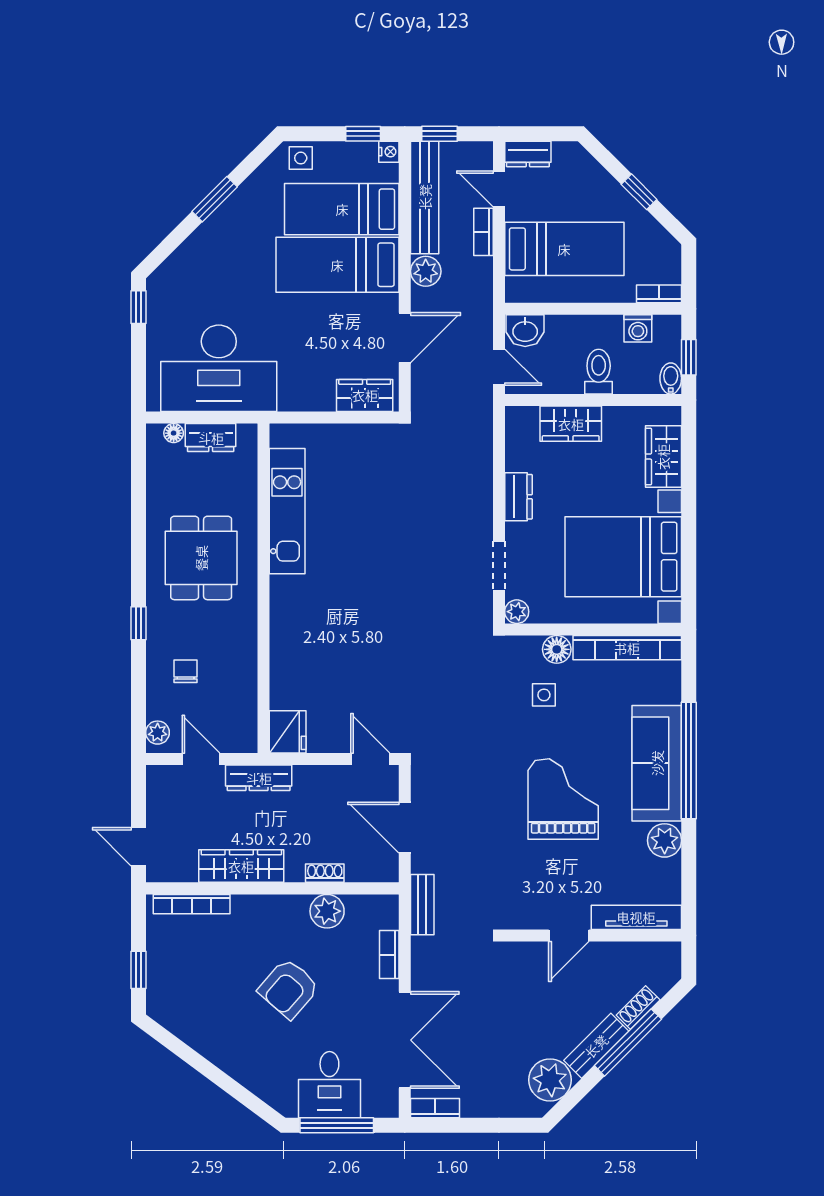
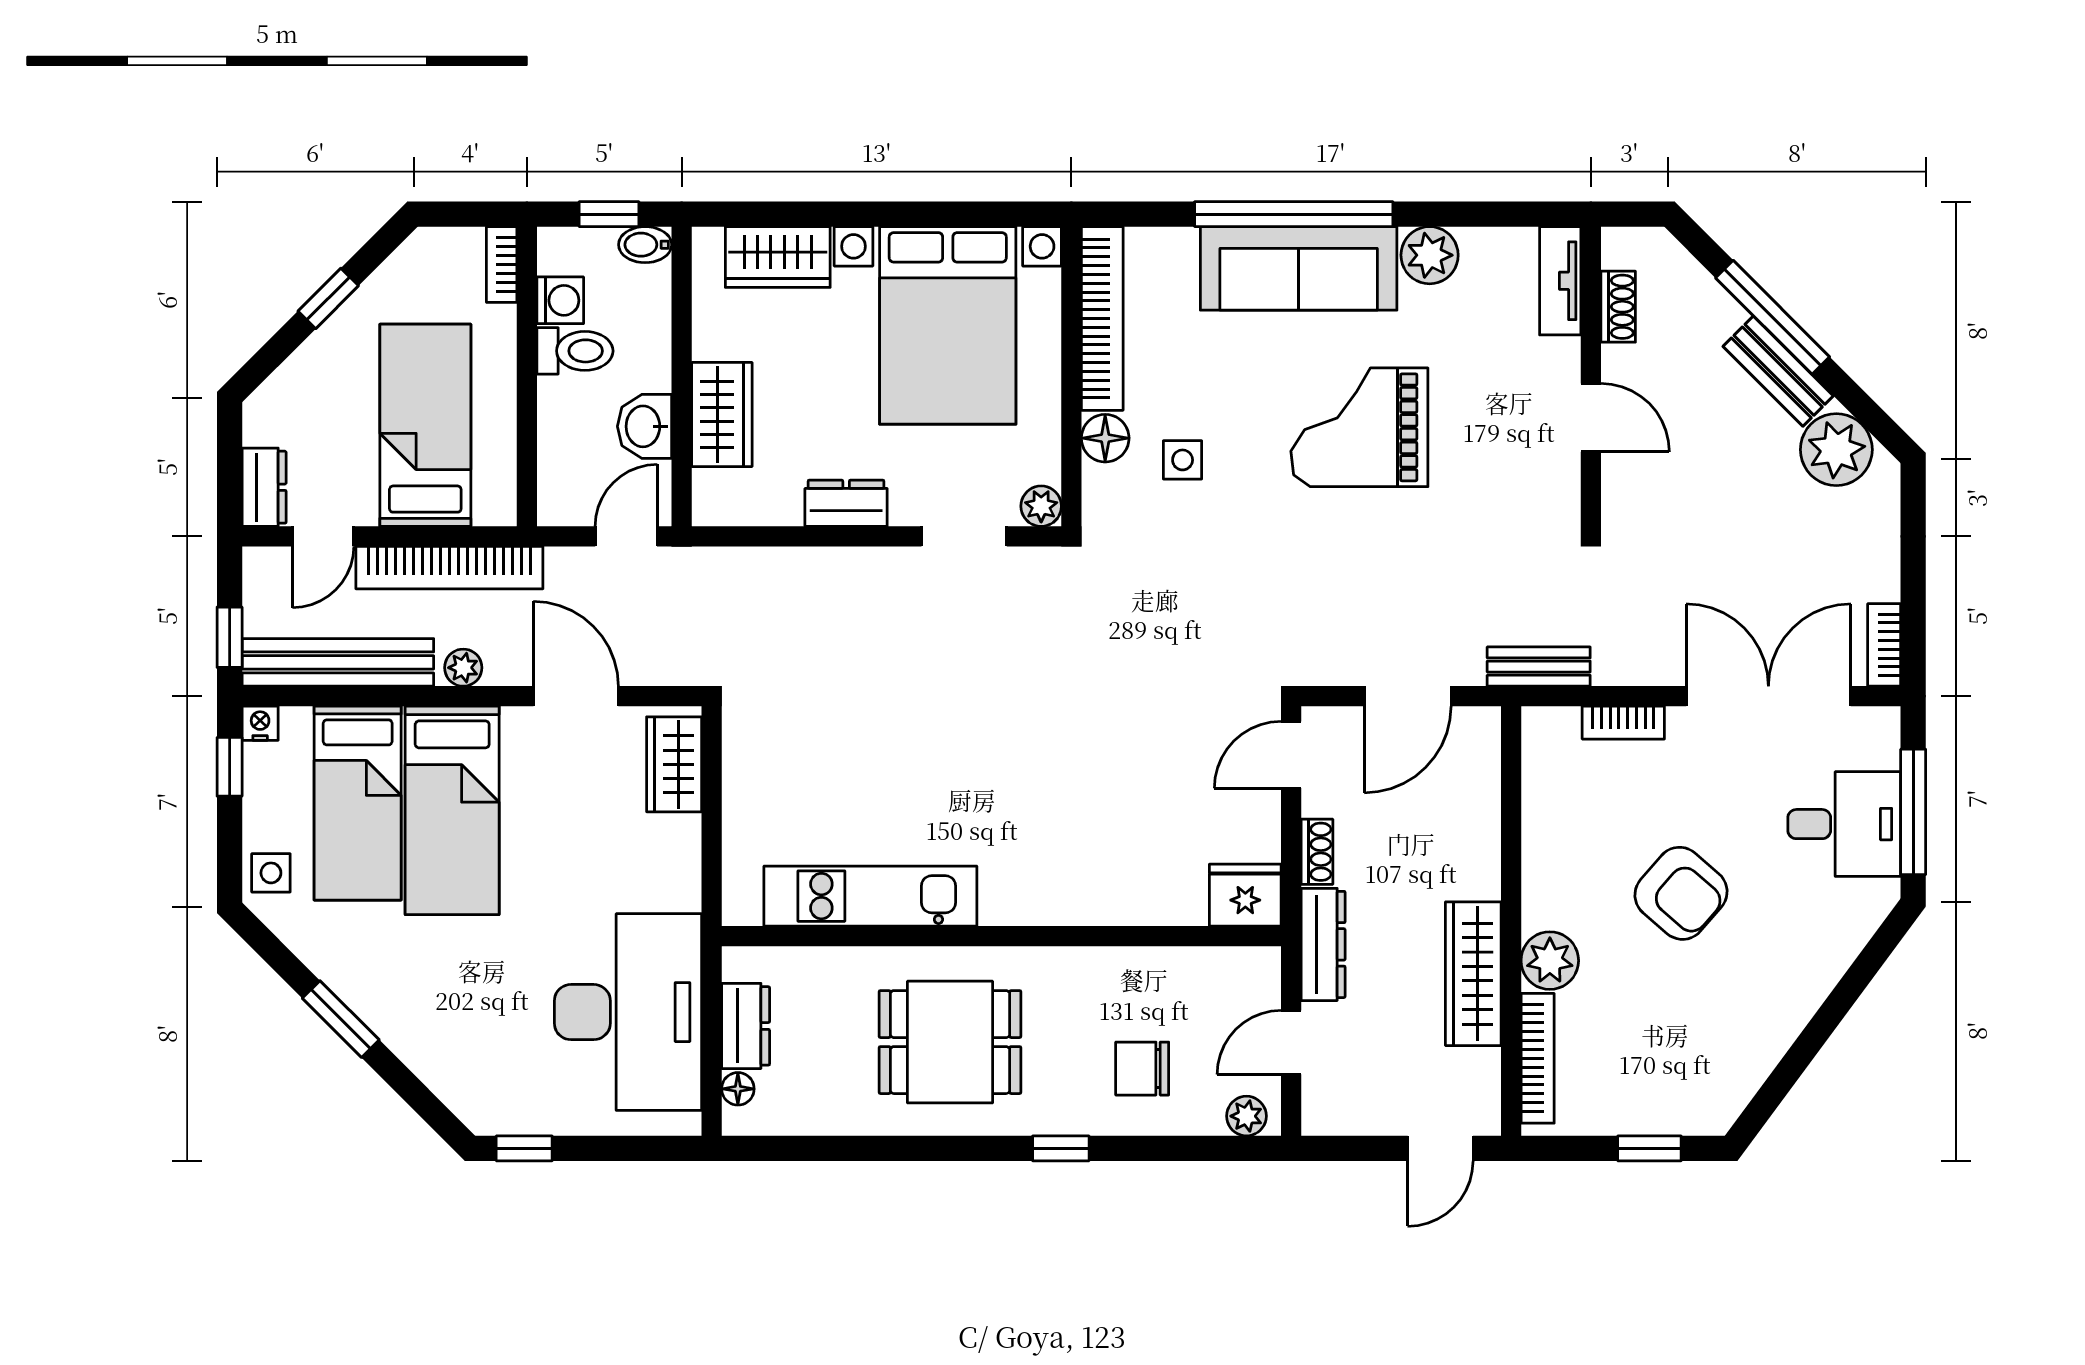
bookcase: (484, 232) -> (449, 568), width x2.31, depth x1.31
plant: (426, 271) -> (463, 668), width x0.73, depth x0.73
washbasin: (525, 331) -> (645, 426), moved, turned 180
toilet: (599, 372) -> (575, 351), moved, turned 180
chair: (185, 671) -> (1142, 1069), width x1.37, depth x1.37
shoe rack: (325, 873) -> (1317, 852), moved, turned 180
plant: (327, 911) -> (1550, 961), moved
tv unit: (636, 917) -> (1560, 281), width x0.71
shoe rack: (638, 1007) -> (1618, 307), moved, turned -135

